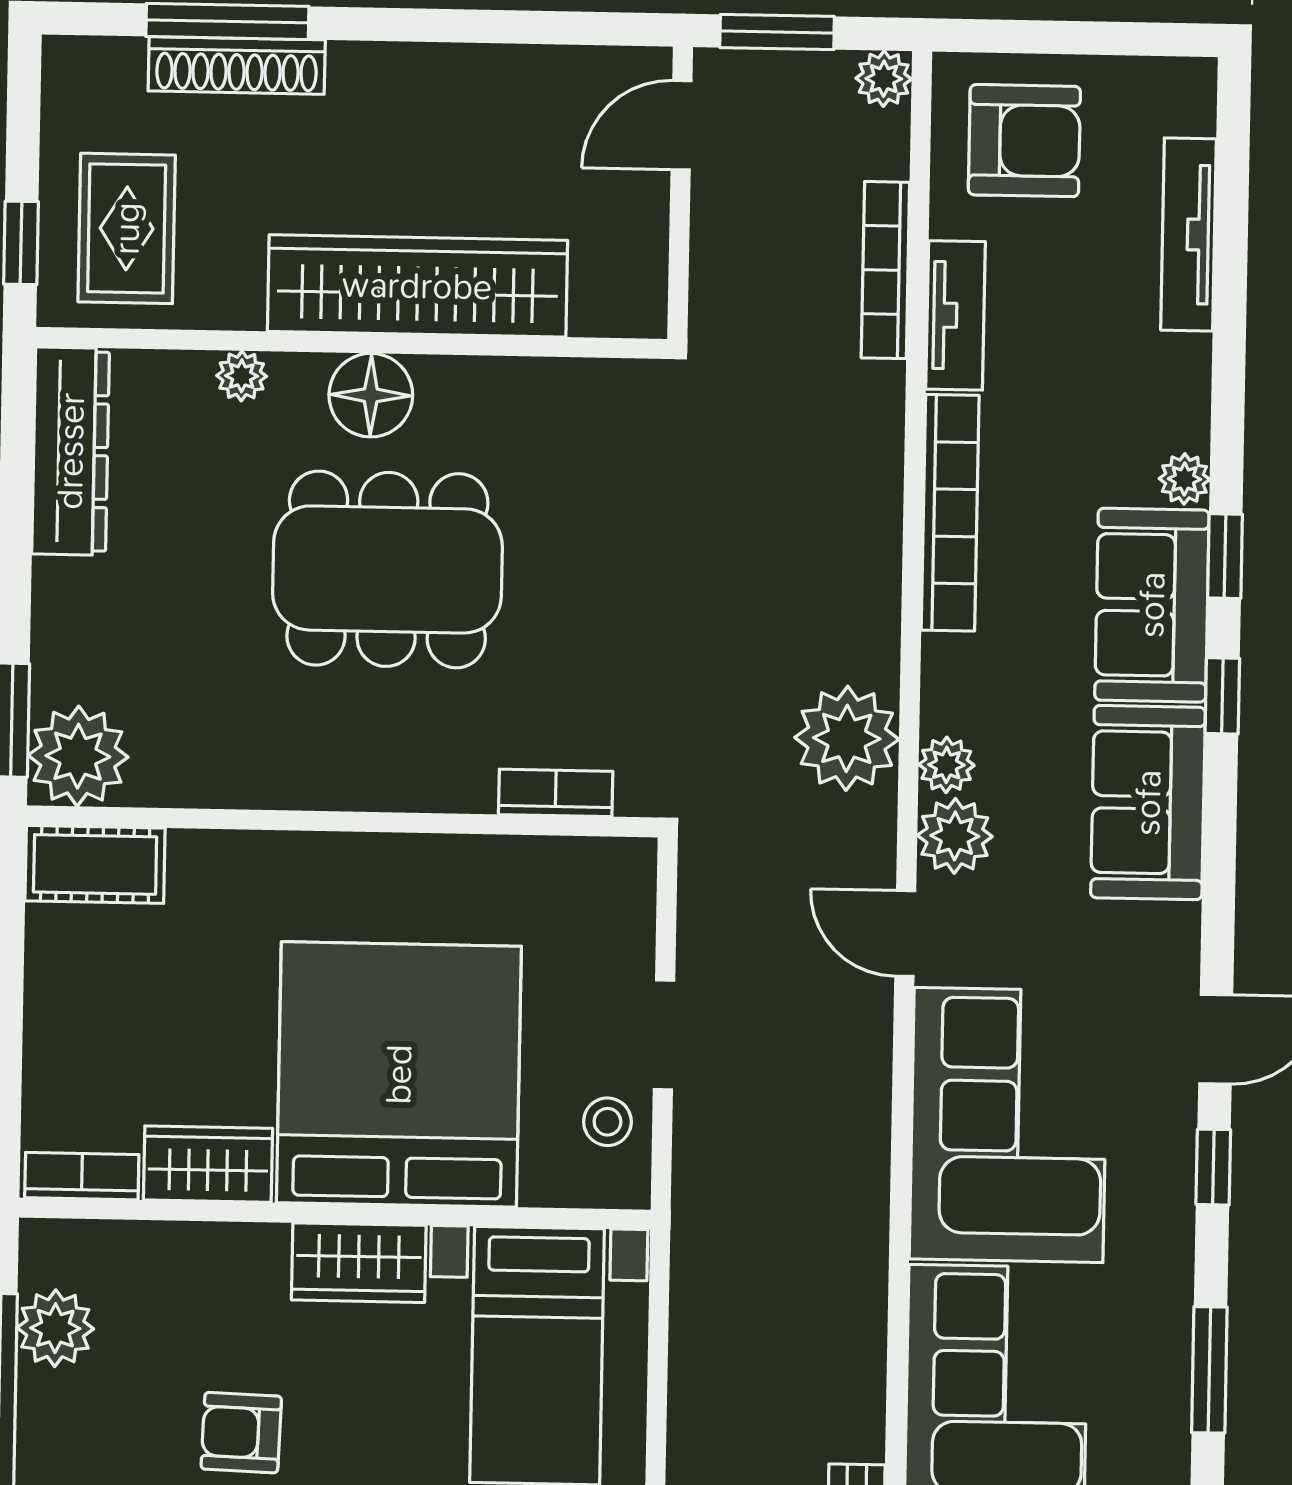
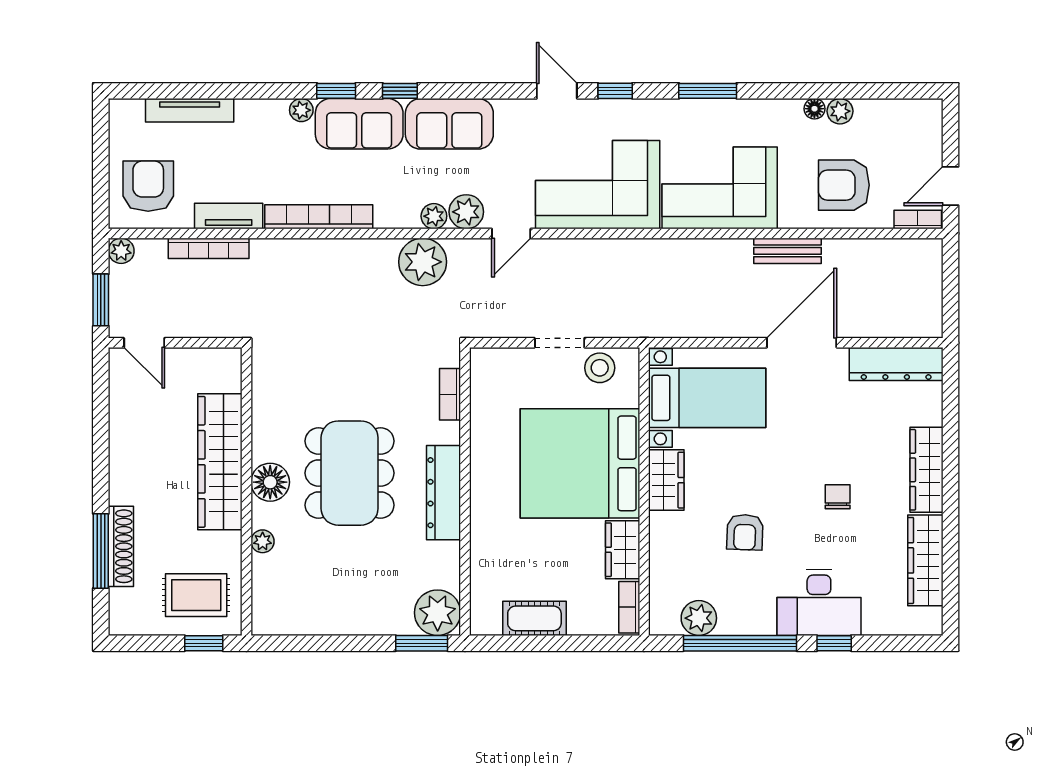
dresser: (71, 451) -> (444, 493), moved, turned -90
cot: (95, 864) -> (534, 618), moved, turned 90
stool: (607, 1122) -> (600, 368), width x1.37, depth x1.37

